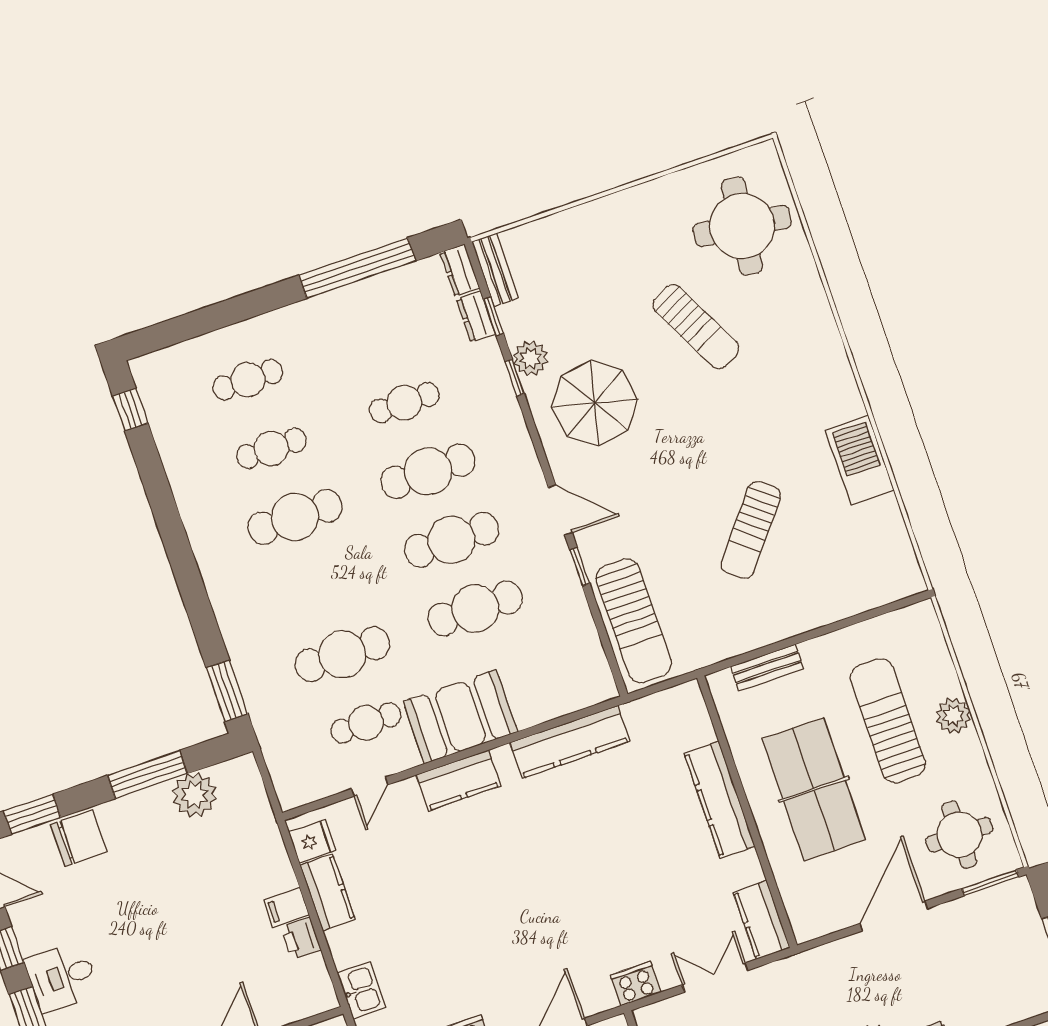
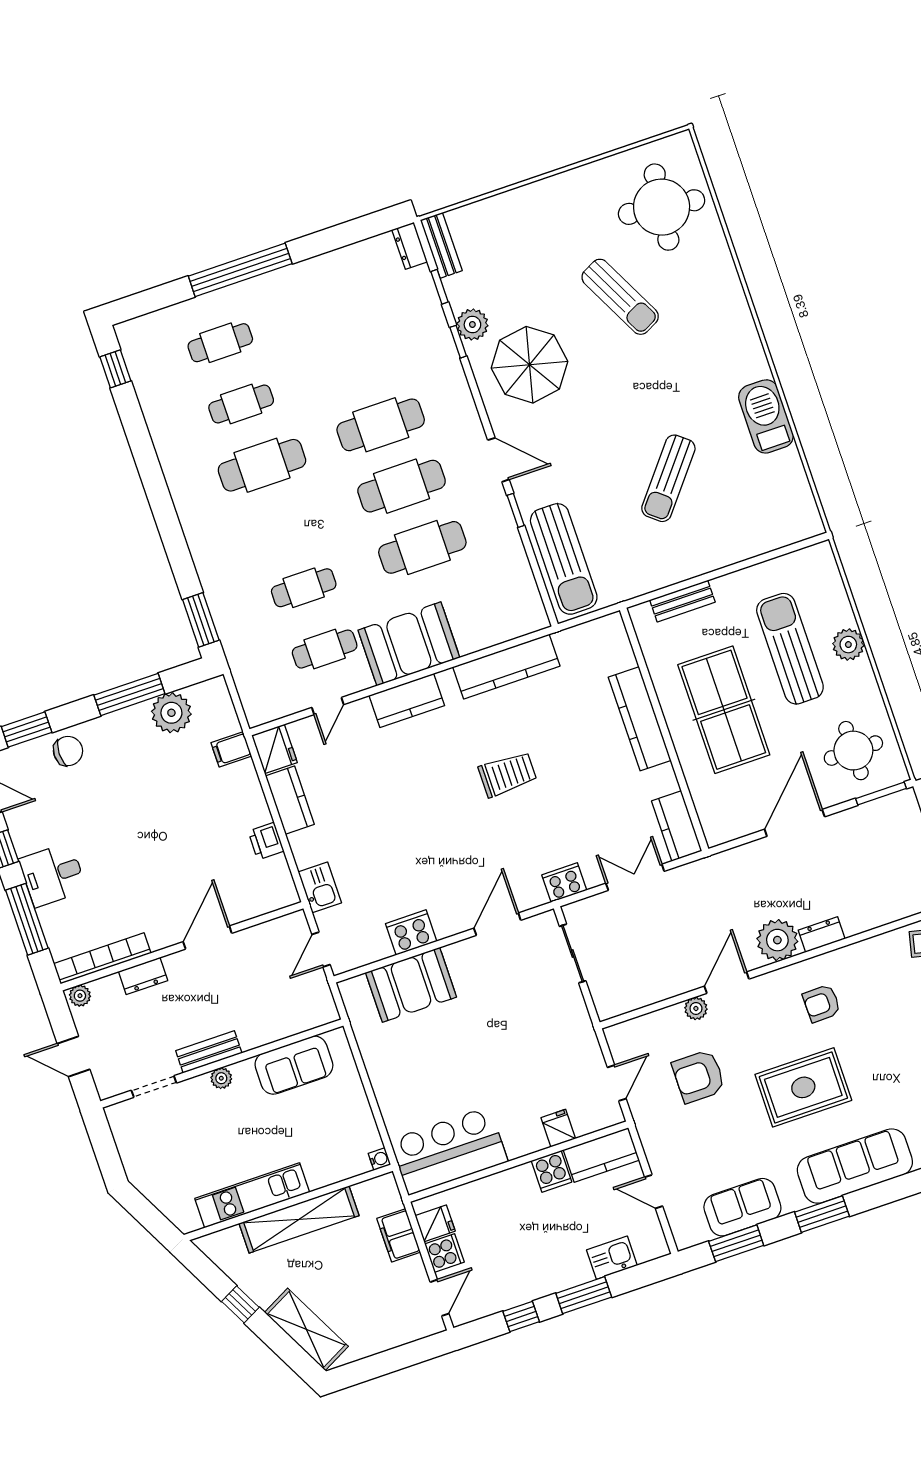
window: (357, 268) -> (240, 270), moved
dresser: (476, 317) -> (424, 287), removed
cafe table: (404, 403) -> (360, 364), removed
cafe table: (342, 654) -> (304, 588), width x0.73, depth x0.74
chair: (79, 838) -> (68, 751), width x0.73, depth x0.73
fridge: (312, 841) -> (275, 749), width x1.38
trolley: (572, 863) -> (508, 774), added
filing cabinet: (286, 907) -> (231, 749), moved

